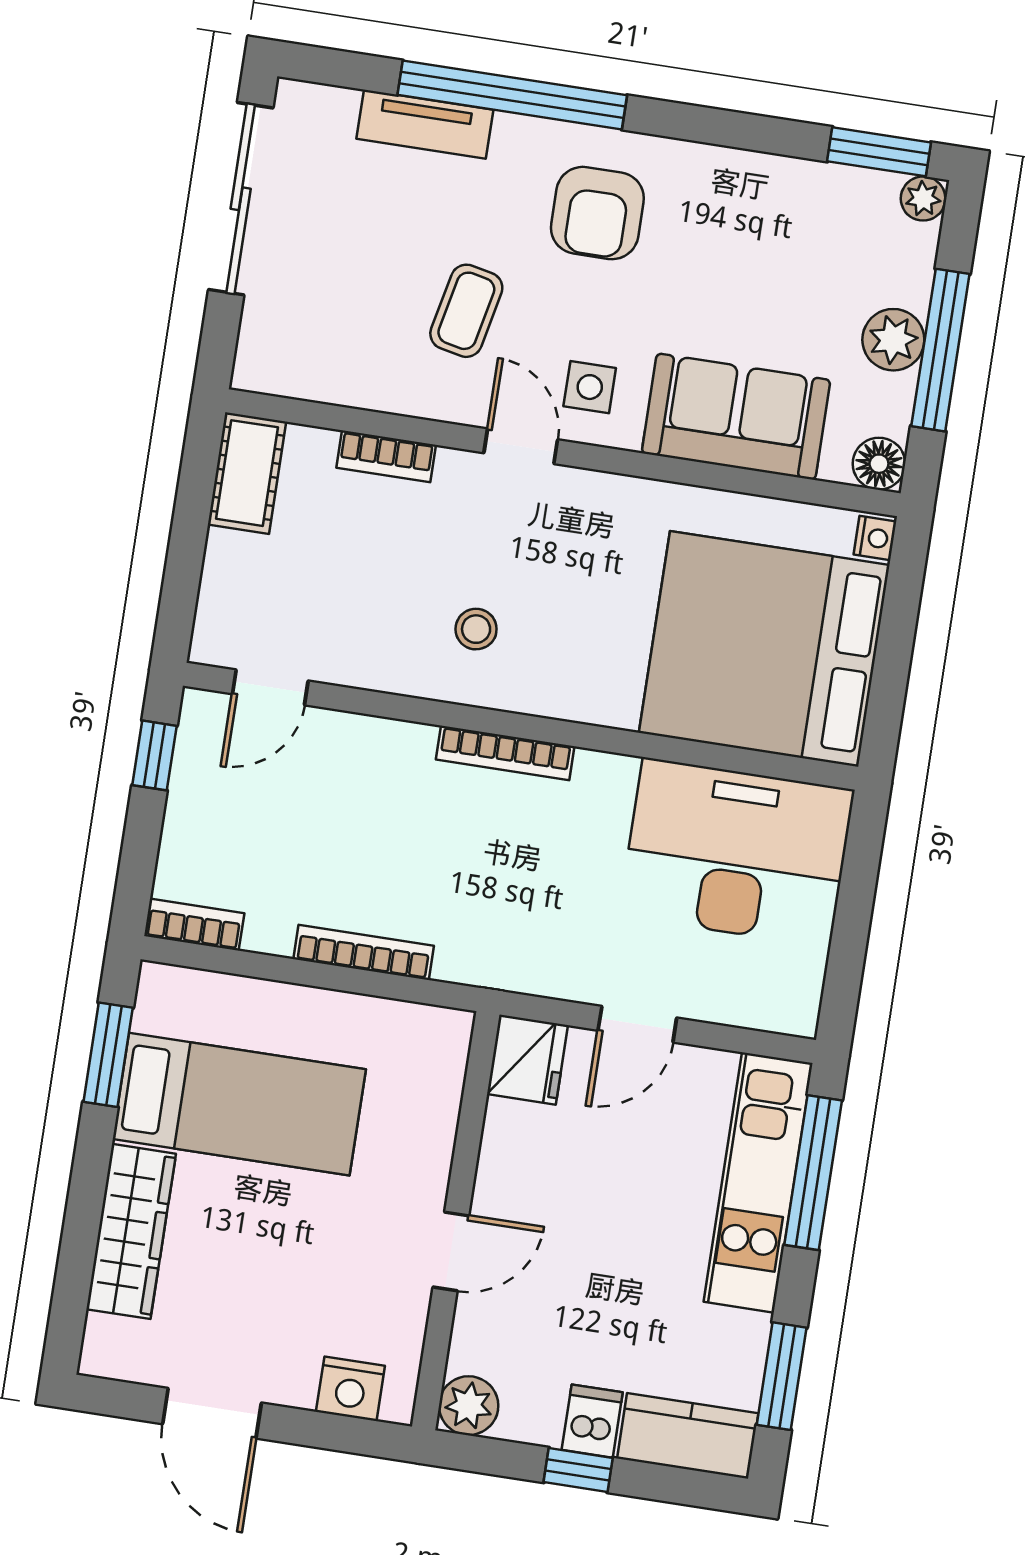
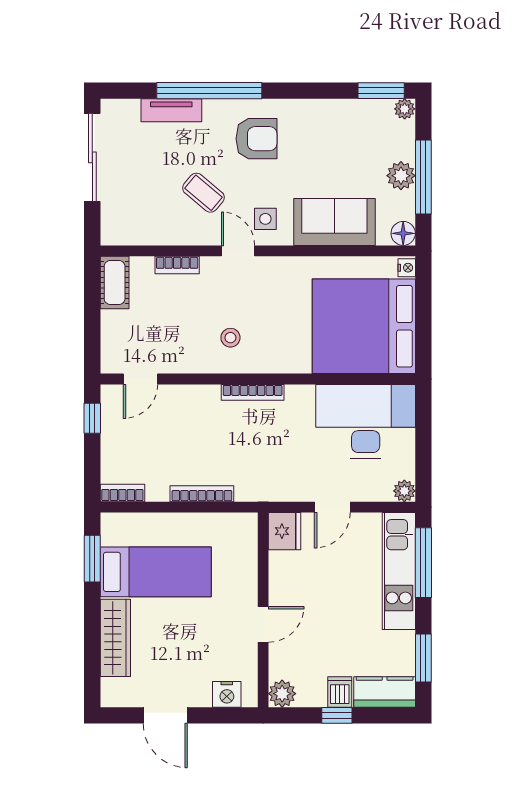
armchair: (597, 213) -> (257, 139), turned -90
coffee table: (466, 311) -> (203, 193), turned -62
plant: (796, 1013) -> (404, 491), added

